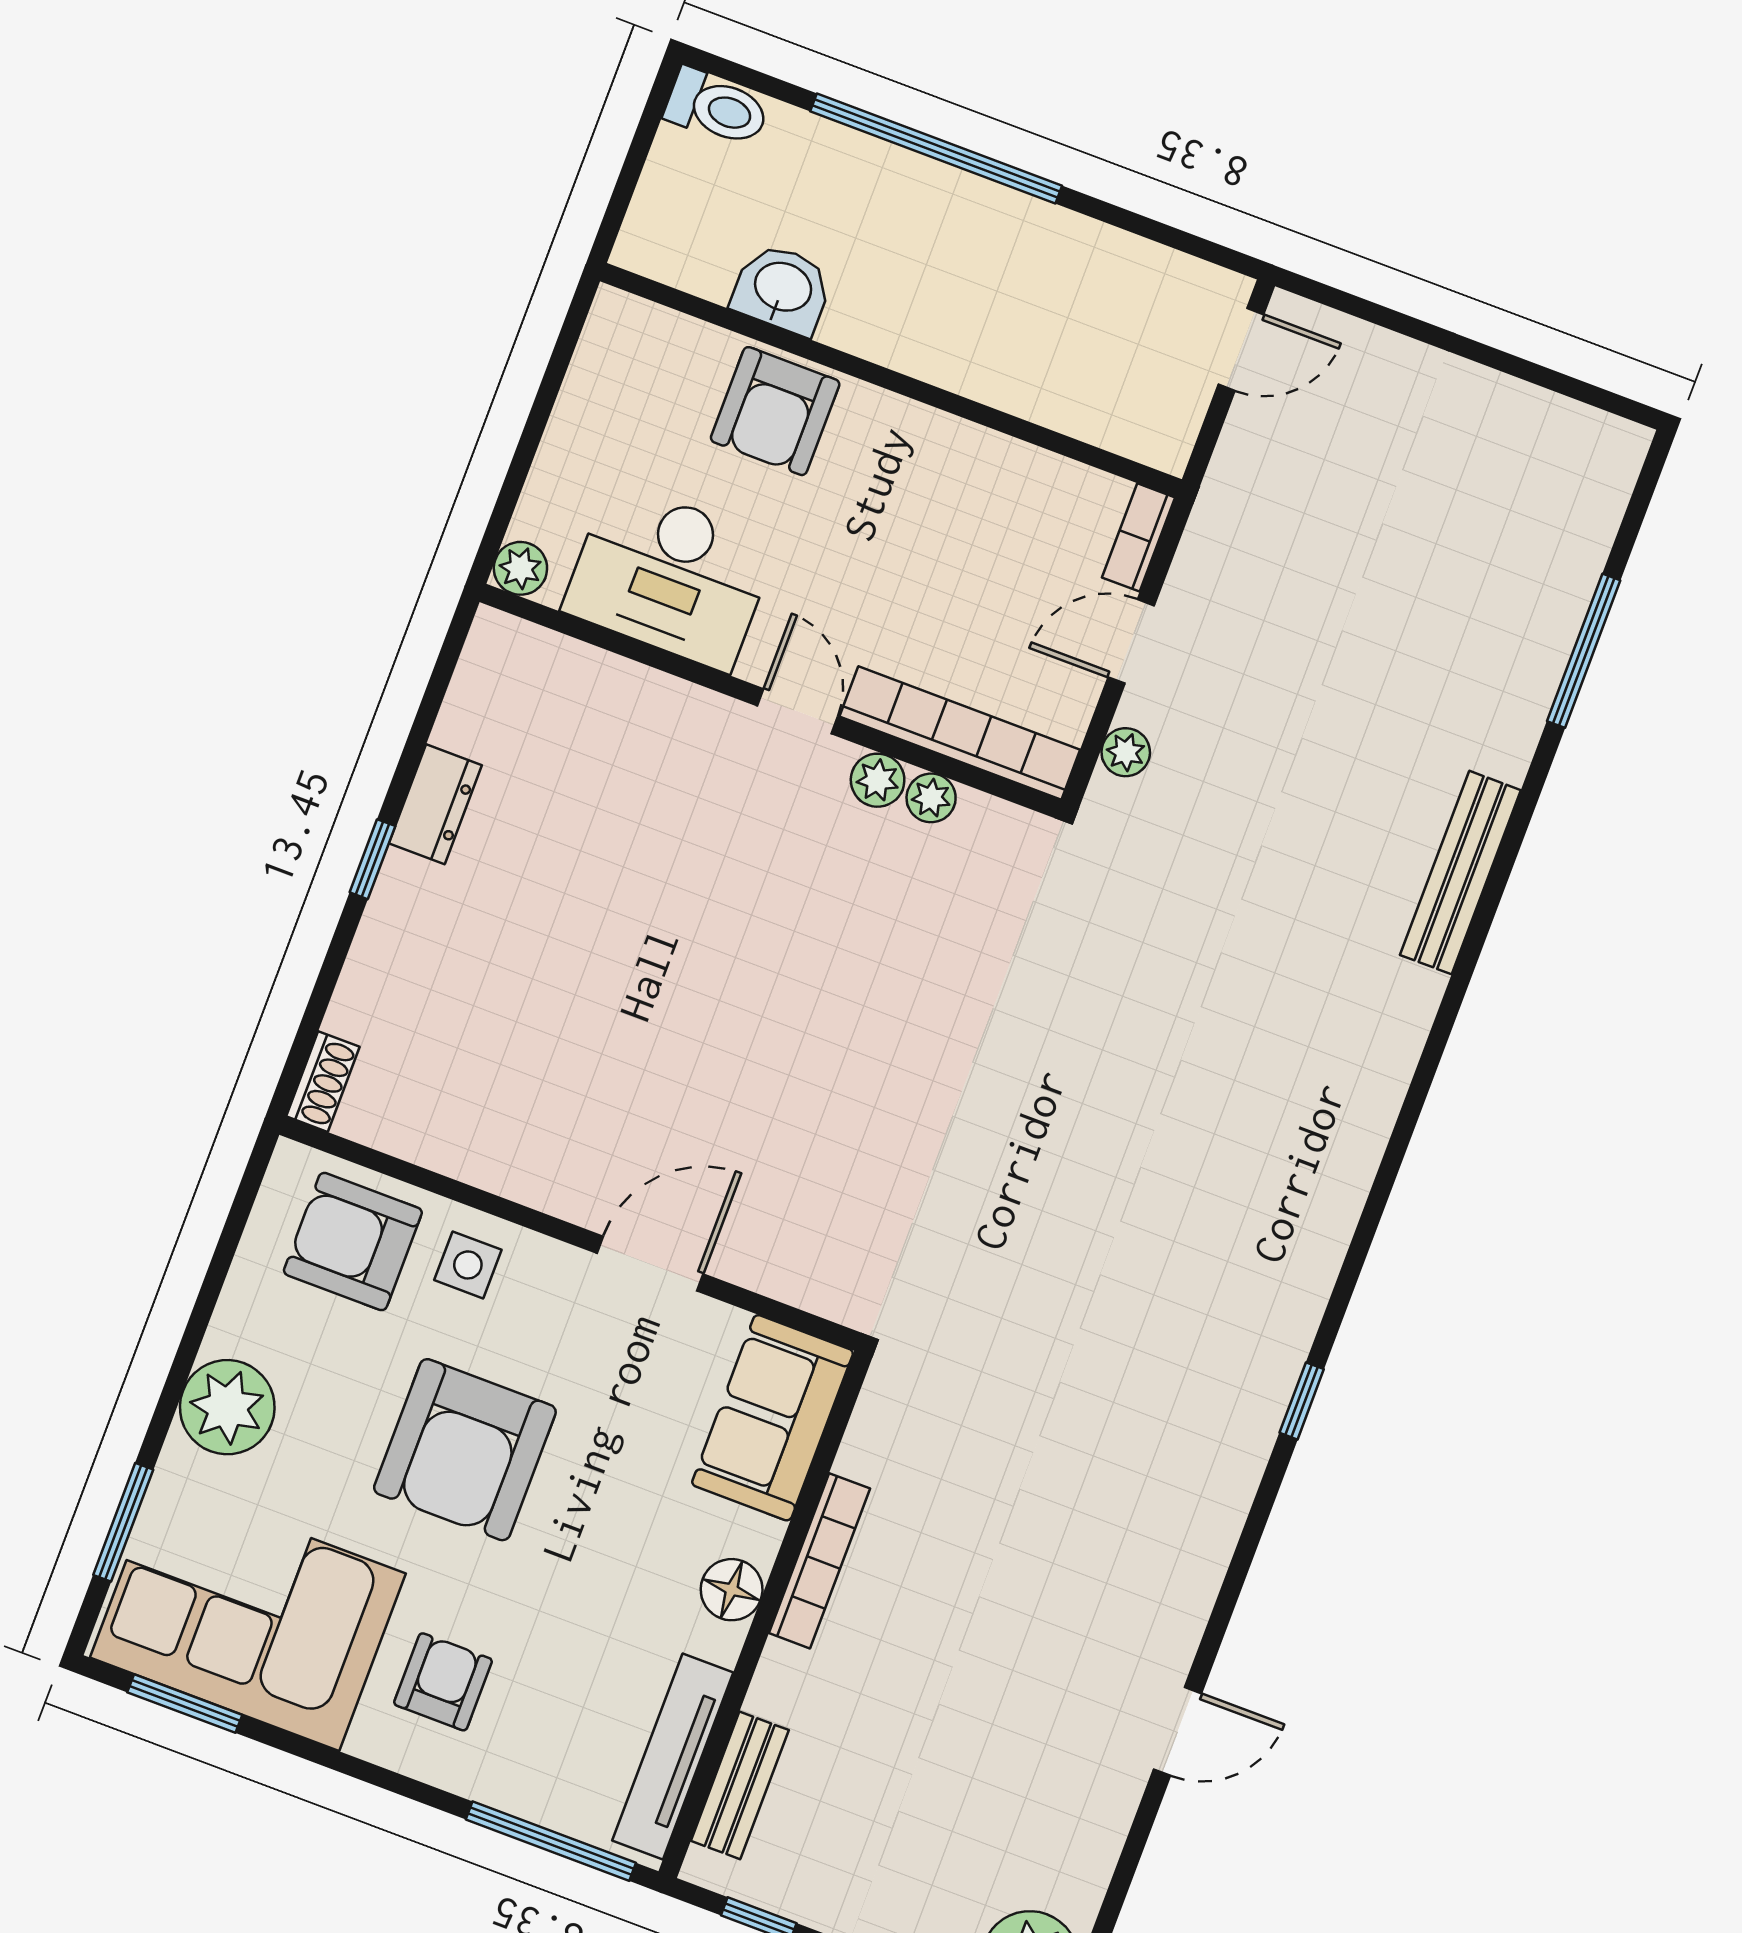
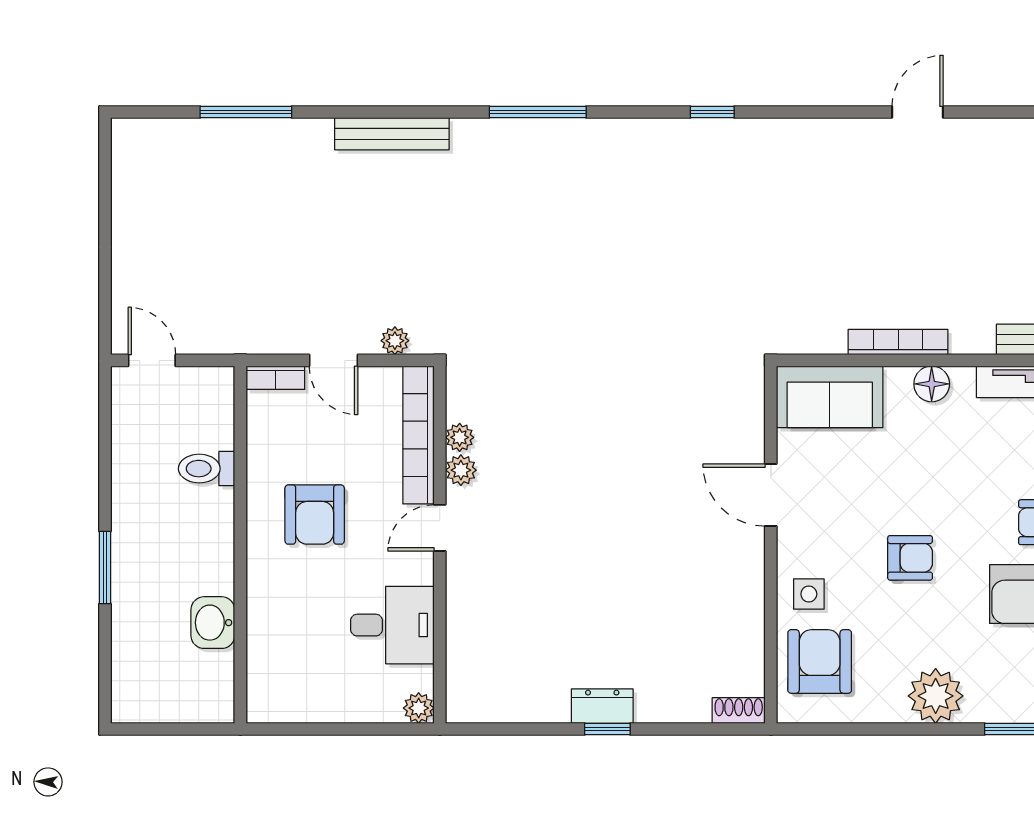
toilet: (717, 108) -> (207, 469), moved, turned -90
window: (936, 148) -> (105, 568), width x0.47
armchair: (775, 411) -> (315, 515), moved, turned 90
desk: (670, 576) -> (392, 625), width x0.73
dresser: (435, 804) -> (602, 706), moved
window: (1407, 1120) -> (538, 112), added
armchair: (353, 1242) -> (820, 661), turned 180
armchair: (465, 1450) -> (910, 558), width x0.53, depth x0.53
door: (1177, 1731) -> (918, 112), hinge flipped

